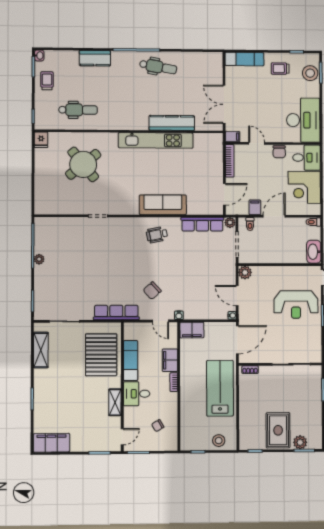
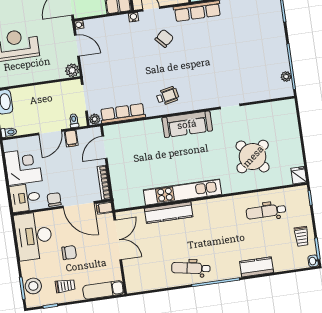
chair: (272, 99) -> (69, 253), added
door: (257, 143) -> (79, 205), width x1.87
sofa: (163, 205) -> (187, 124), moved
plant: (39, 259) -> (286, 77), moved

